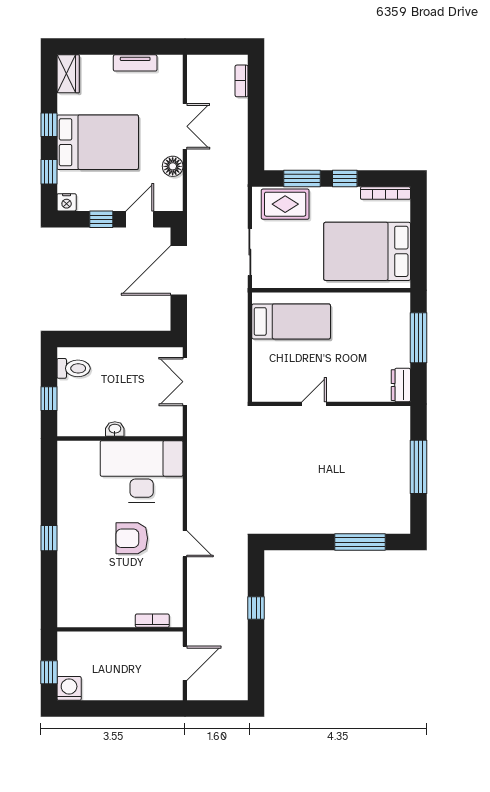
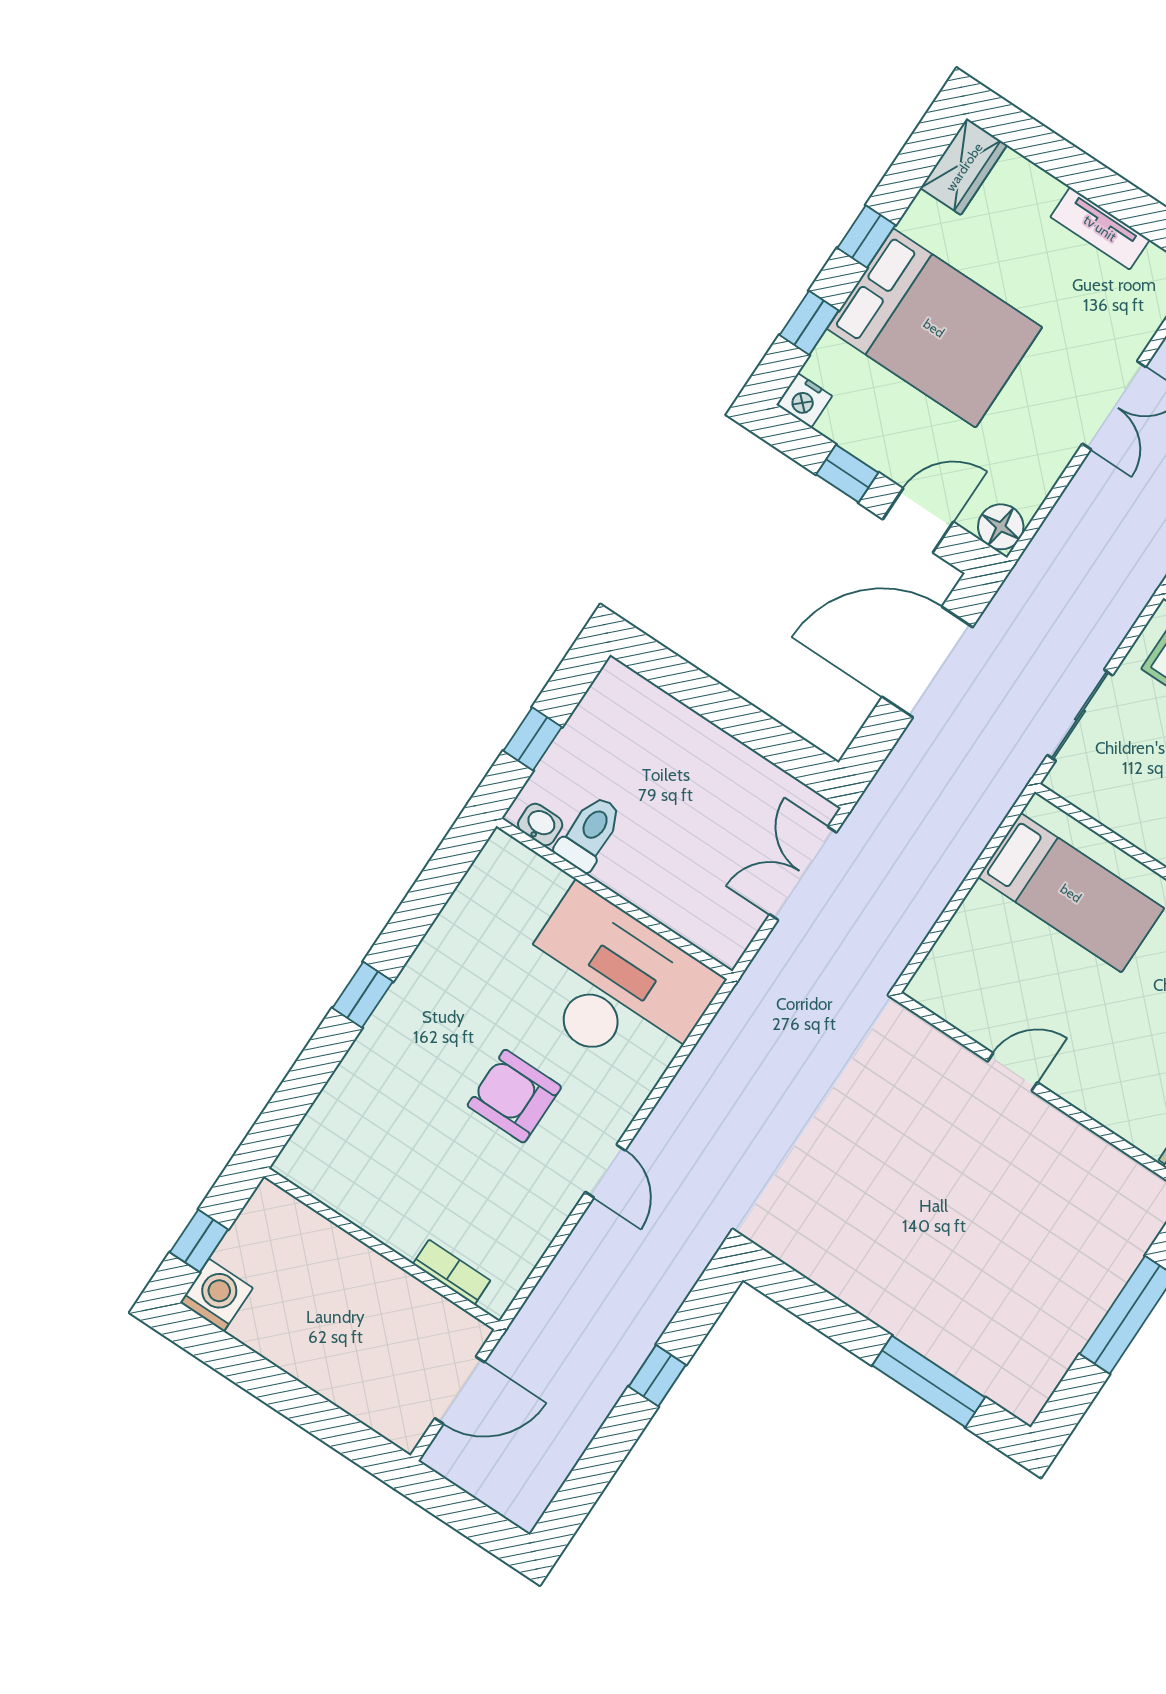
floor lamp: (173, 166) -> (1001, 527), moved
toilet: (74, 368) -> (589, 833), moved, turned -90
washbasin: (115, 429) -> (540, 825), moved

